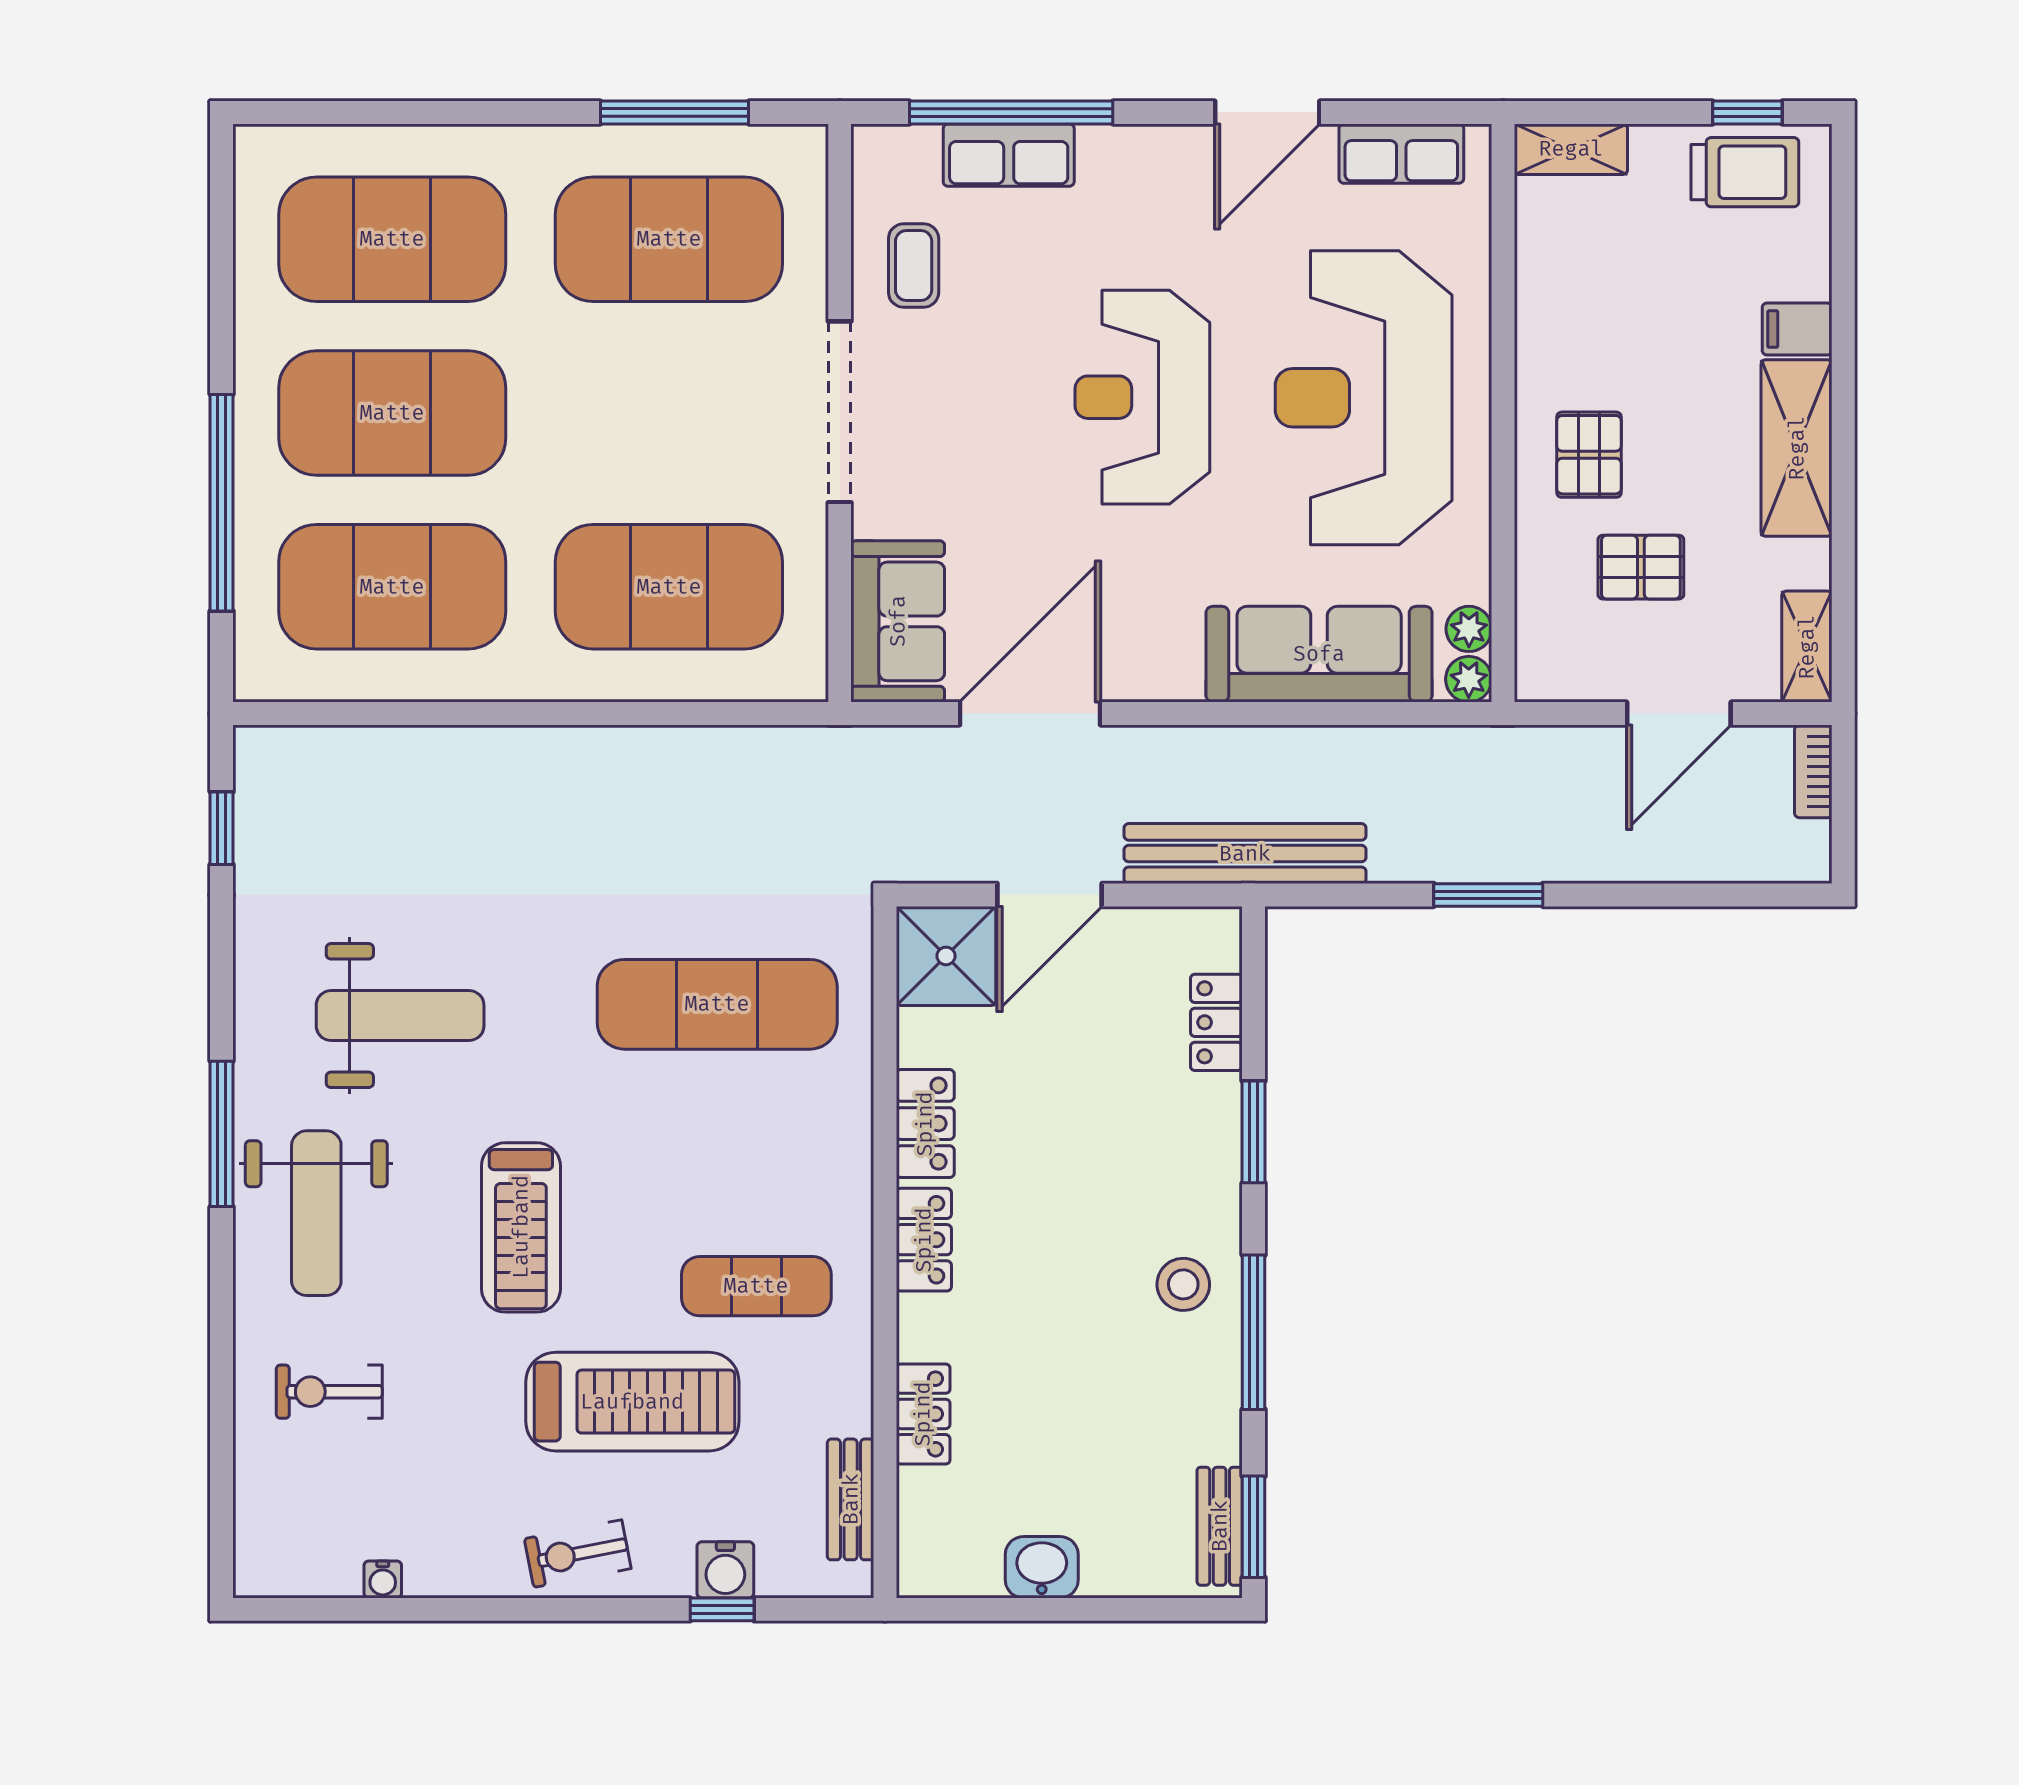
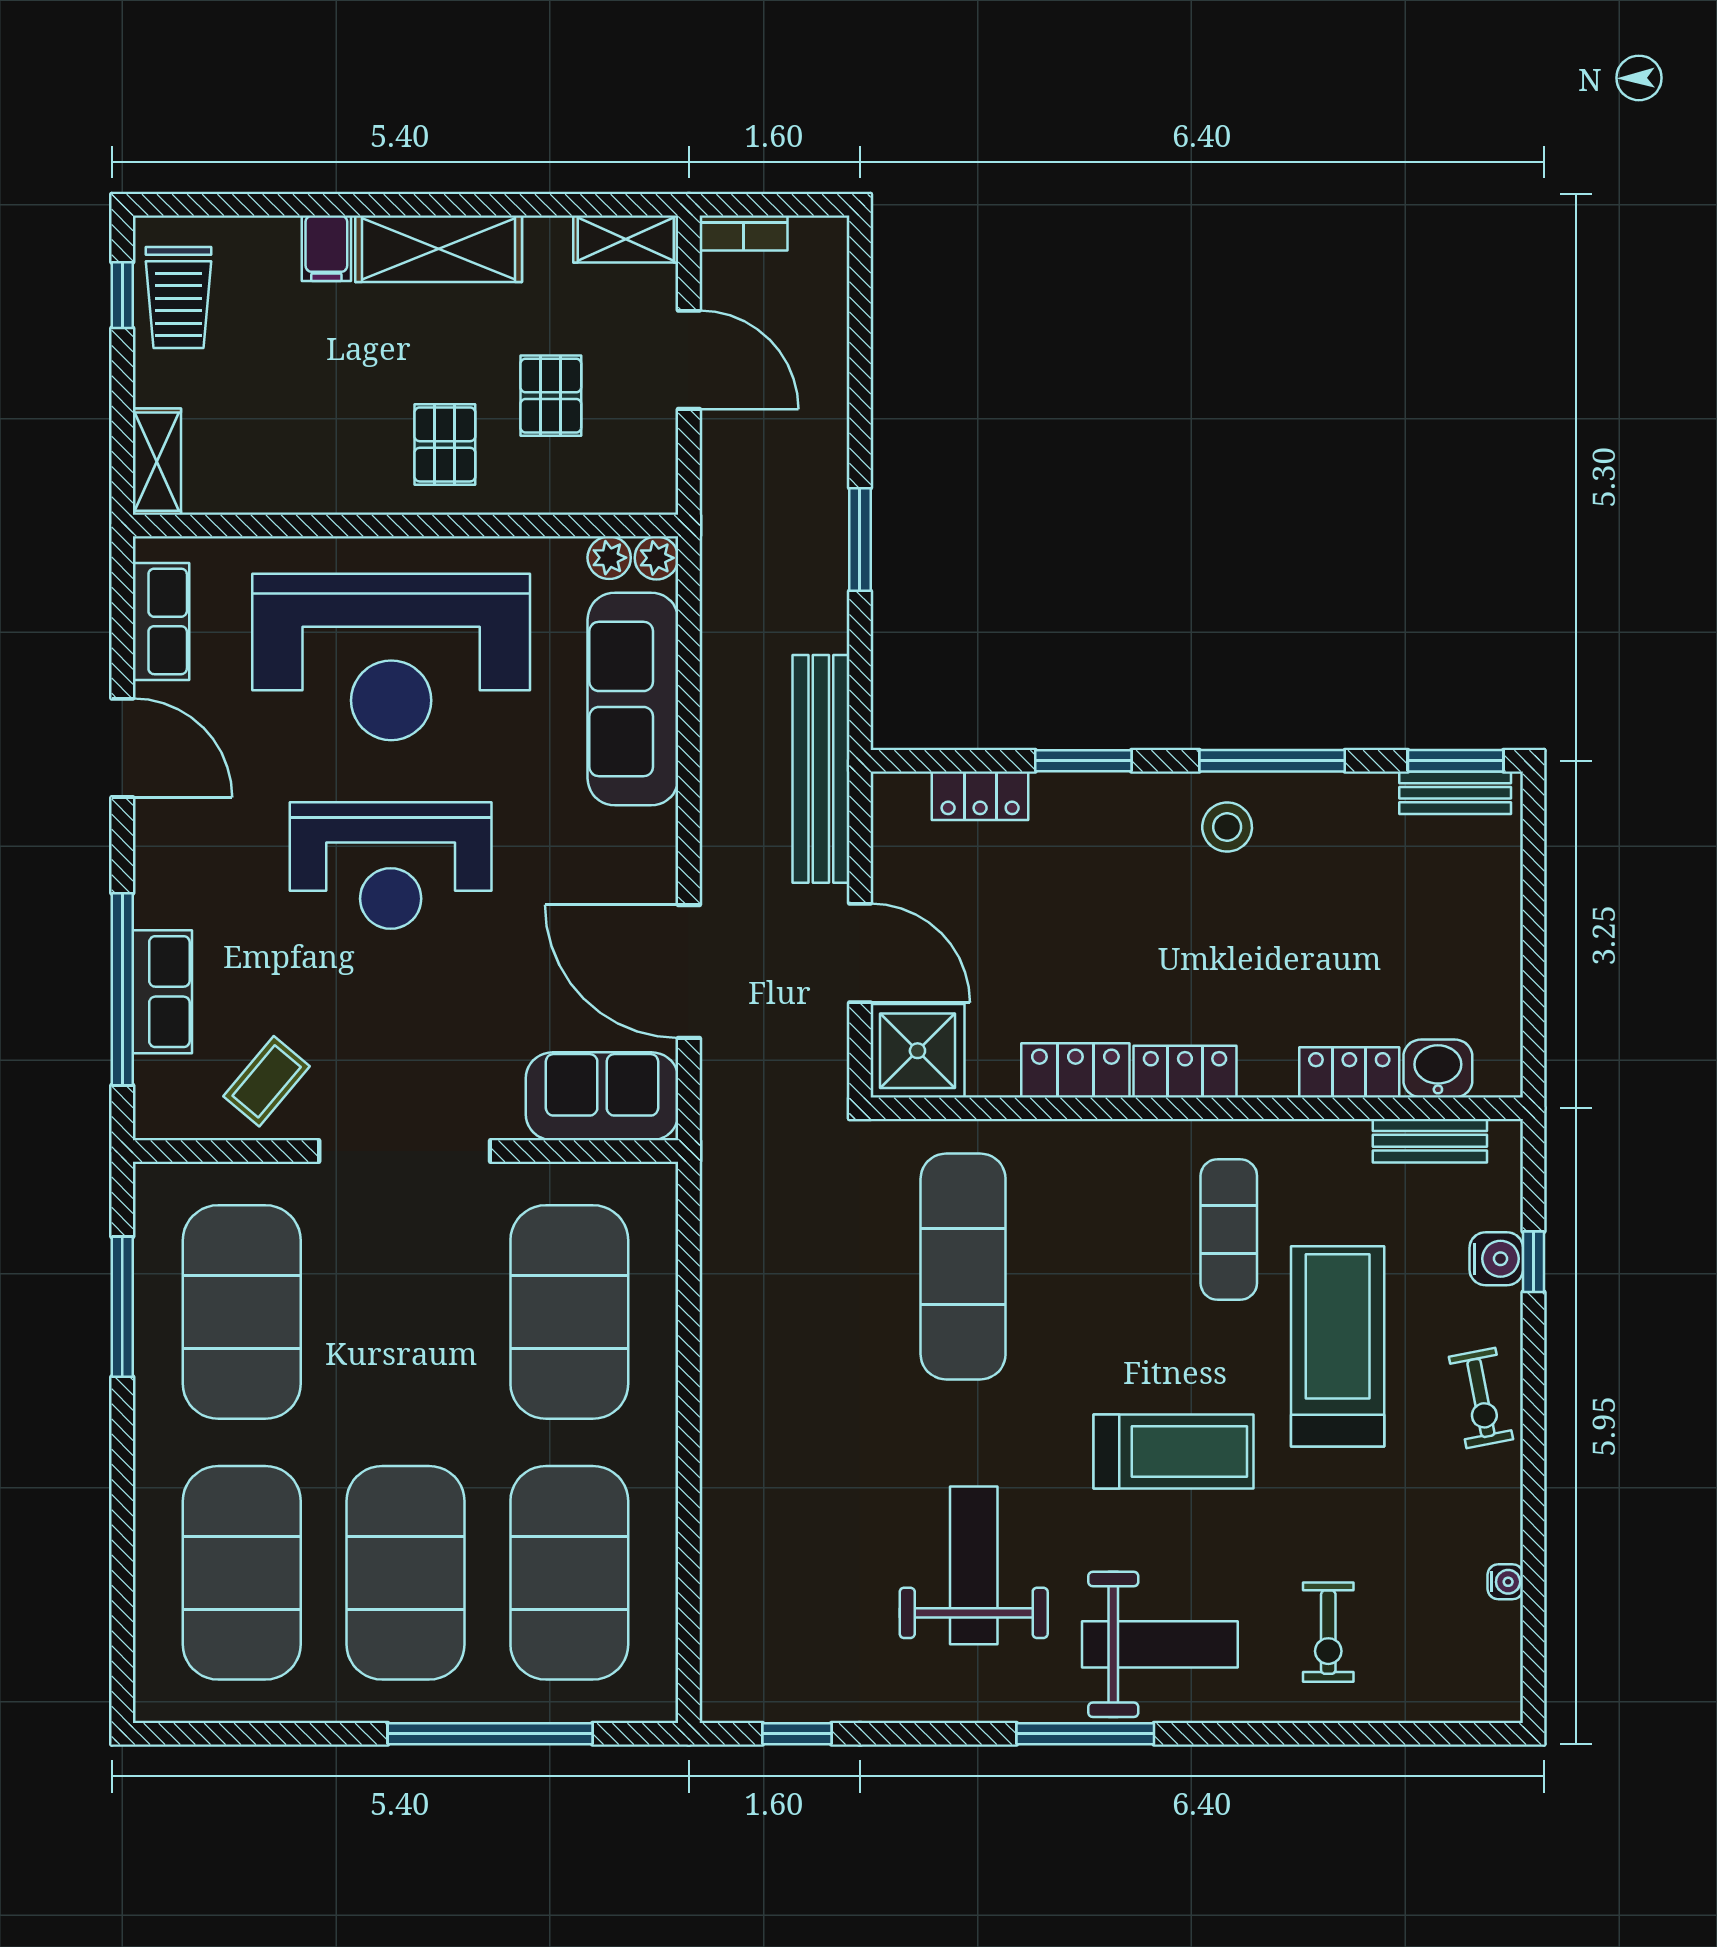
trolley: (1745, 172) -> (179, 297), turned 180
coffee table: (914, 266) -> (267, 1081), turned -50
pallet: (1589, 455) -> (445, 444), turned 90
washbasin: (1042, 1567) -> (1438, 1068), moved, turned 90

